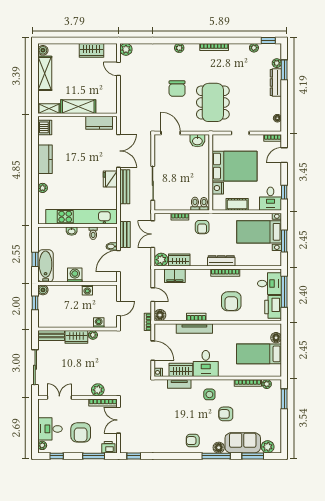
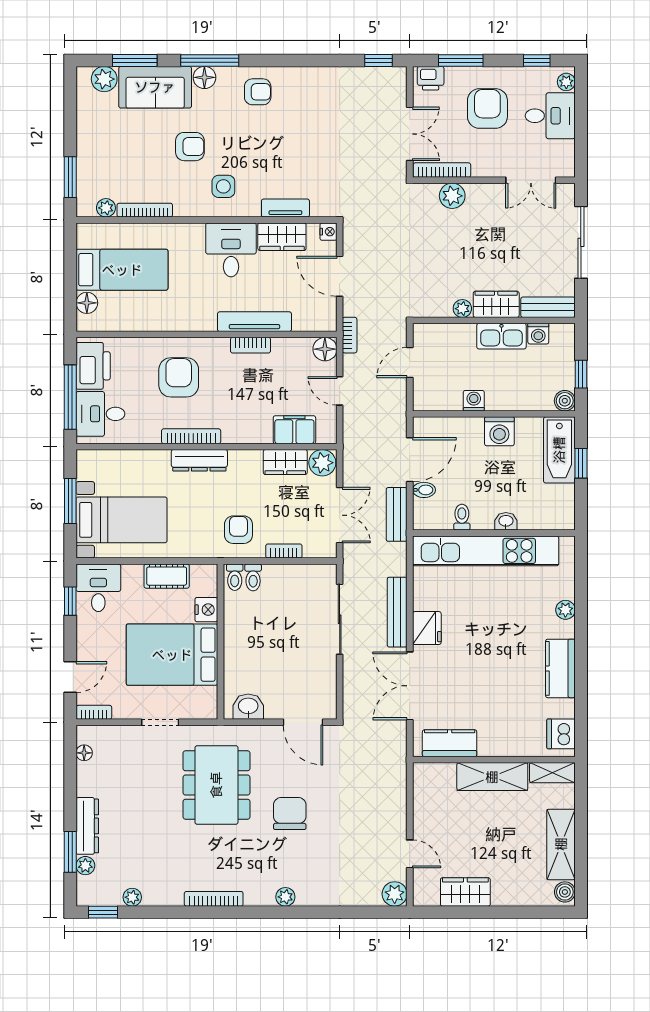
kitchen sink: (74, 321) -> (501, 336), added
washing machine: (99, 323) -> (538, 334), moved

